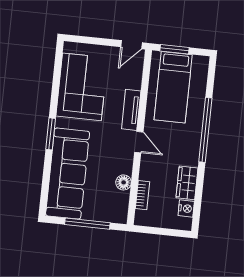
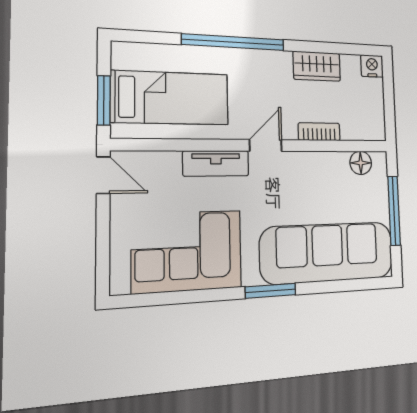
floor lamp: (124, 182) -> (361, 163), moved
bookcase: (142, 195) -> (319, 132), moved
nightstand: (186, 208) -> (372, 66), moved

